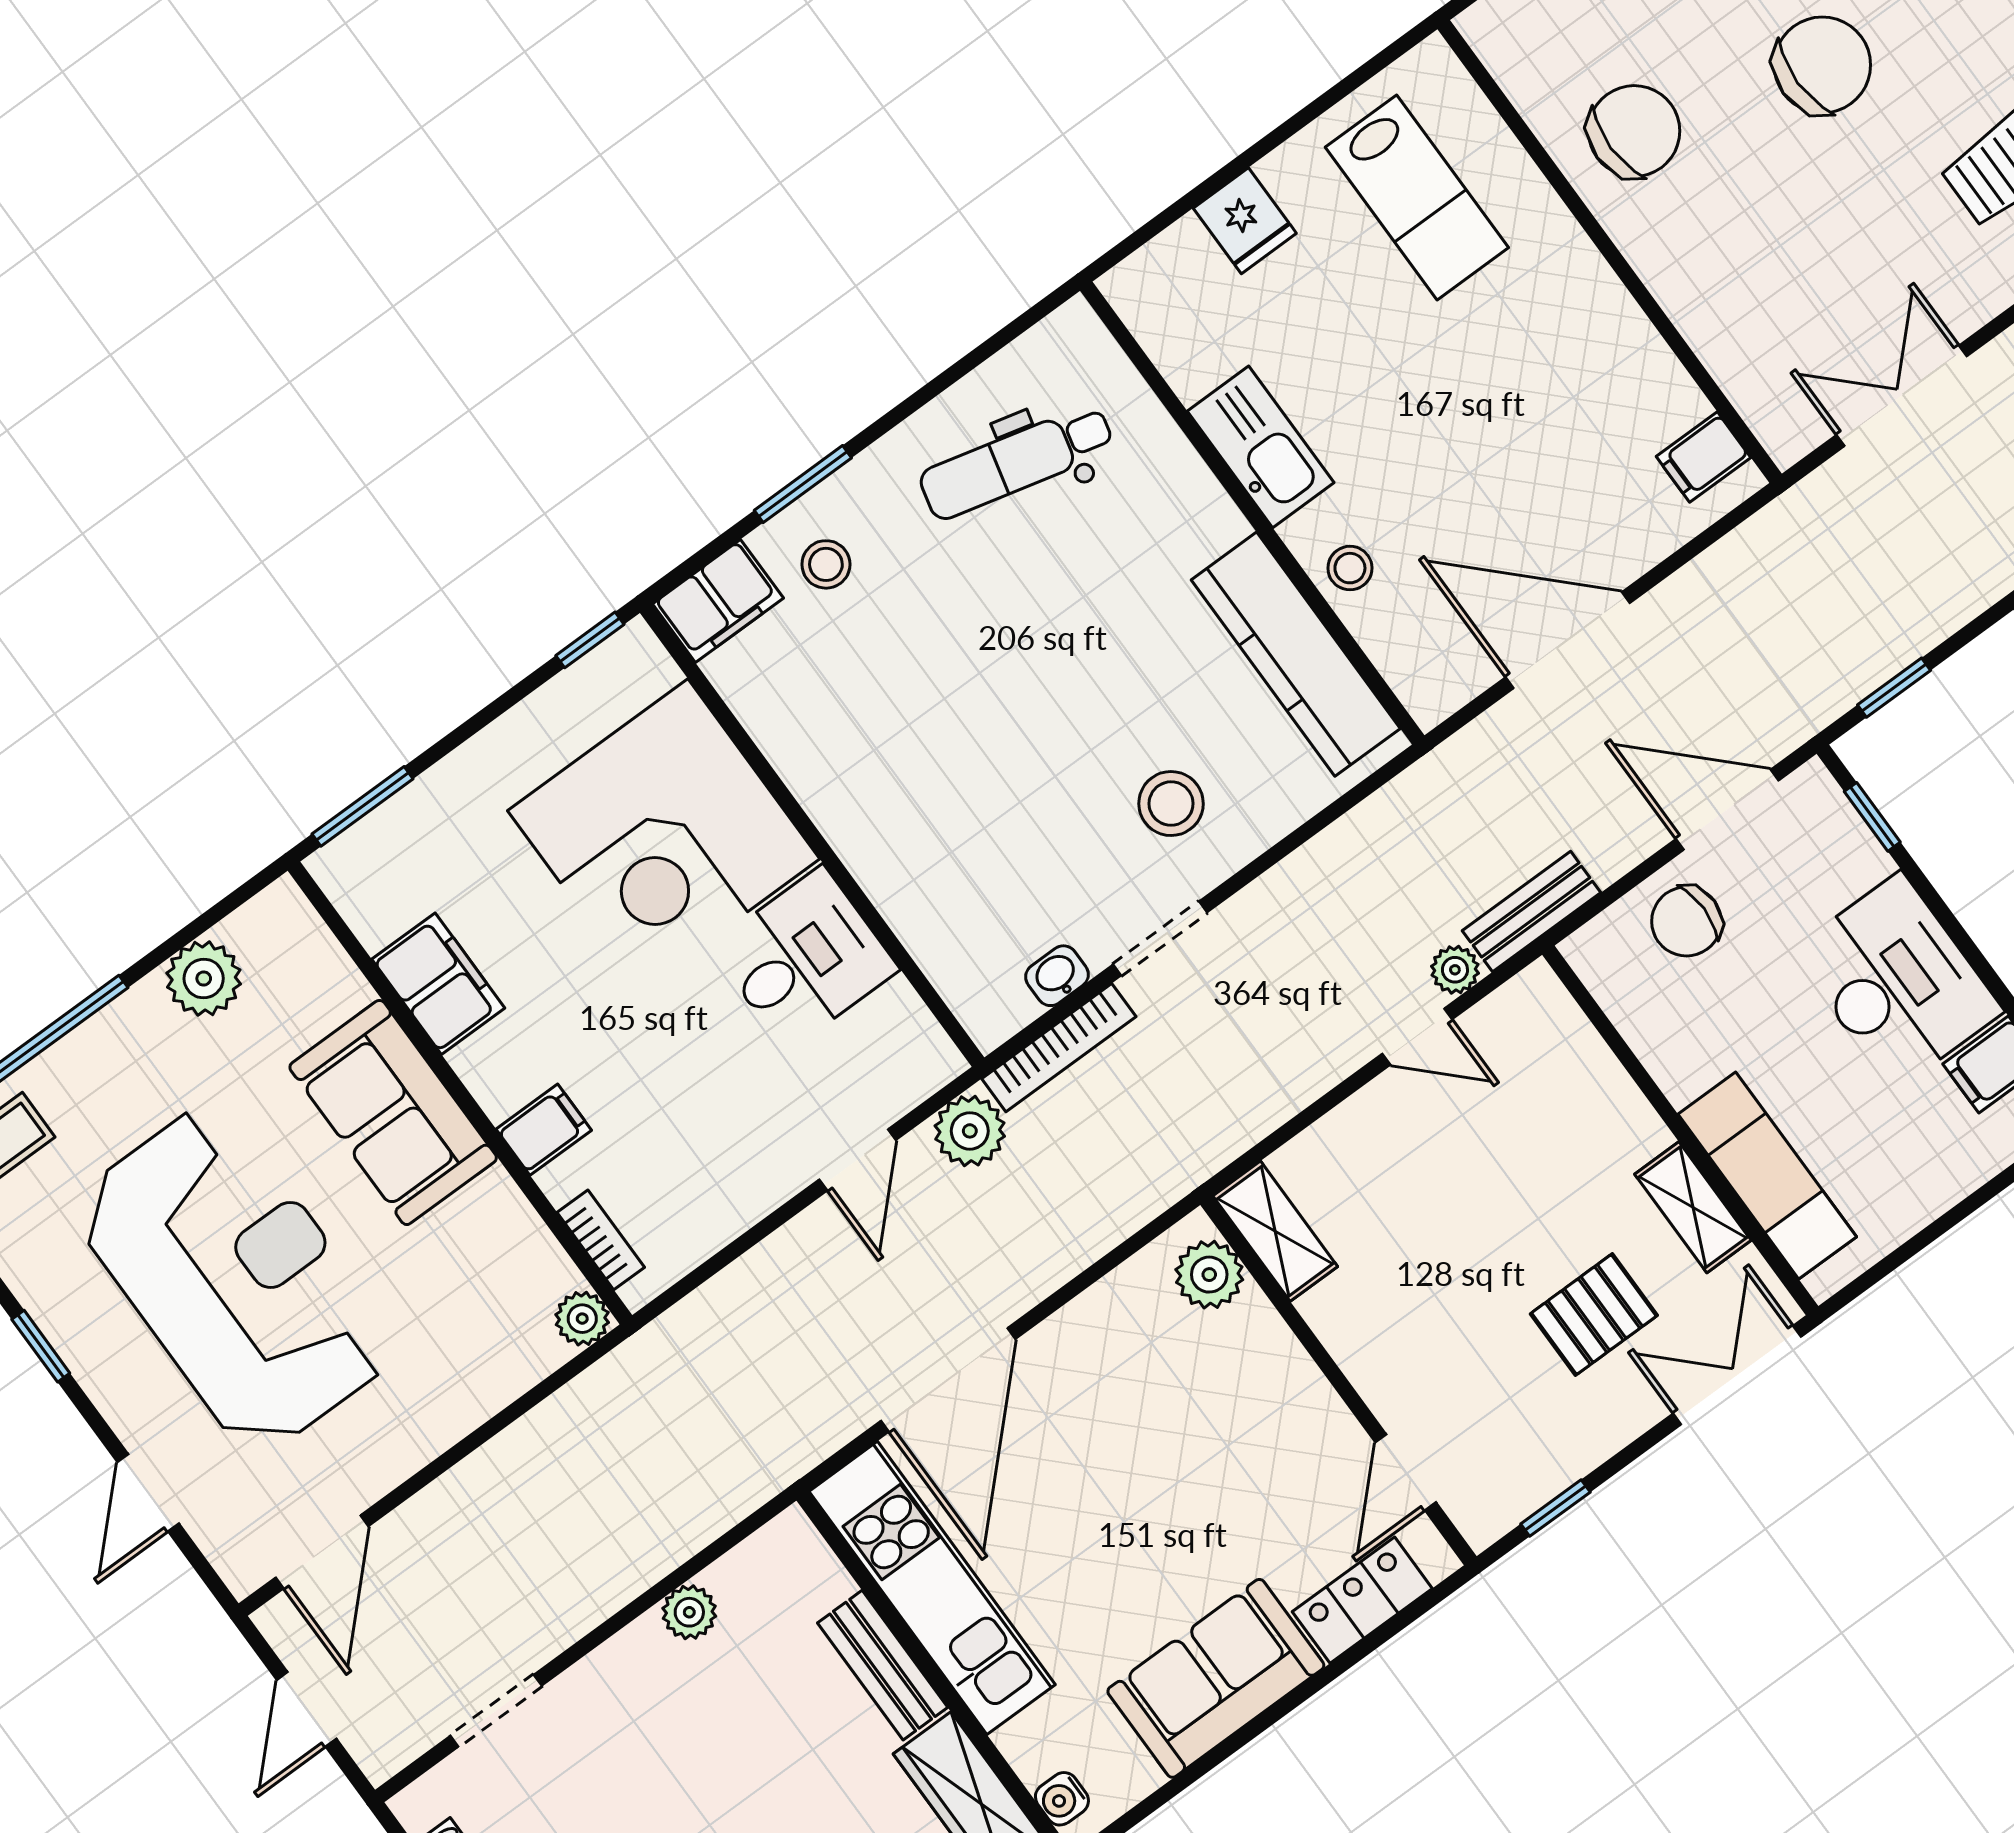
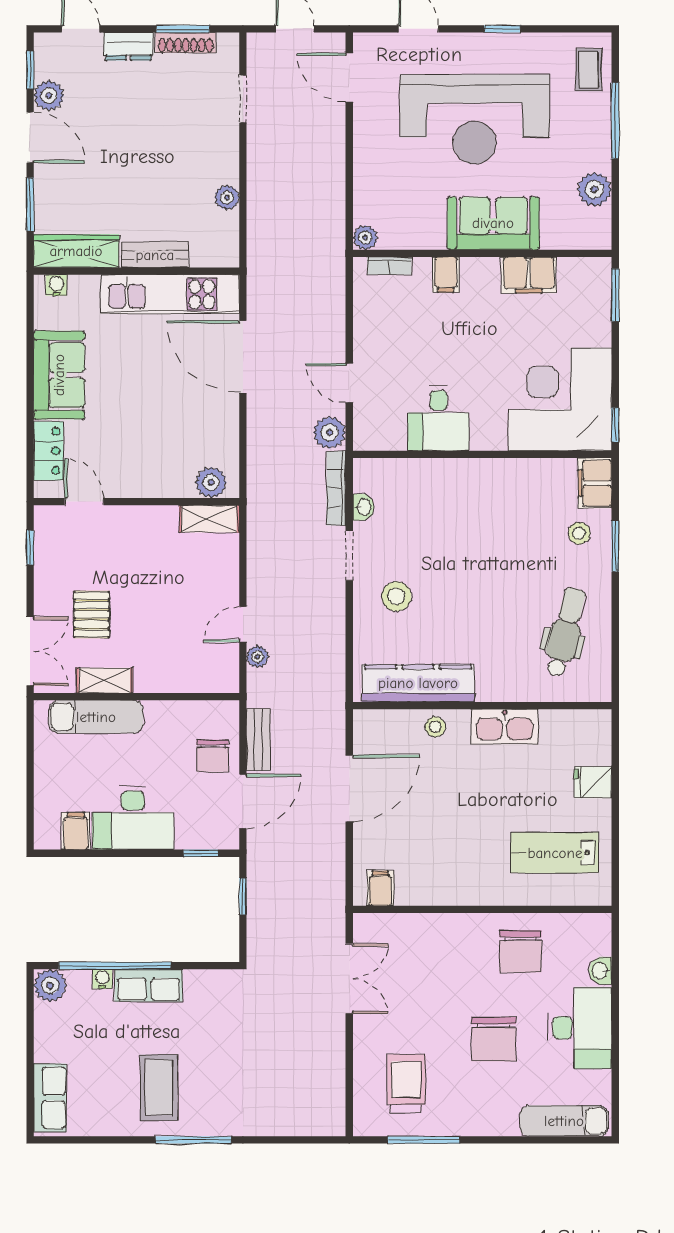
corner desk: (664, 835) -> (560, 399), moved
bench: (1532, 912) -> (258, 740), moved
chair: (1686, 921) -> (212, 756), turned 180

